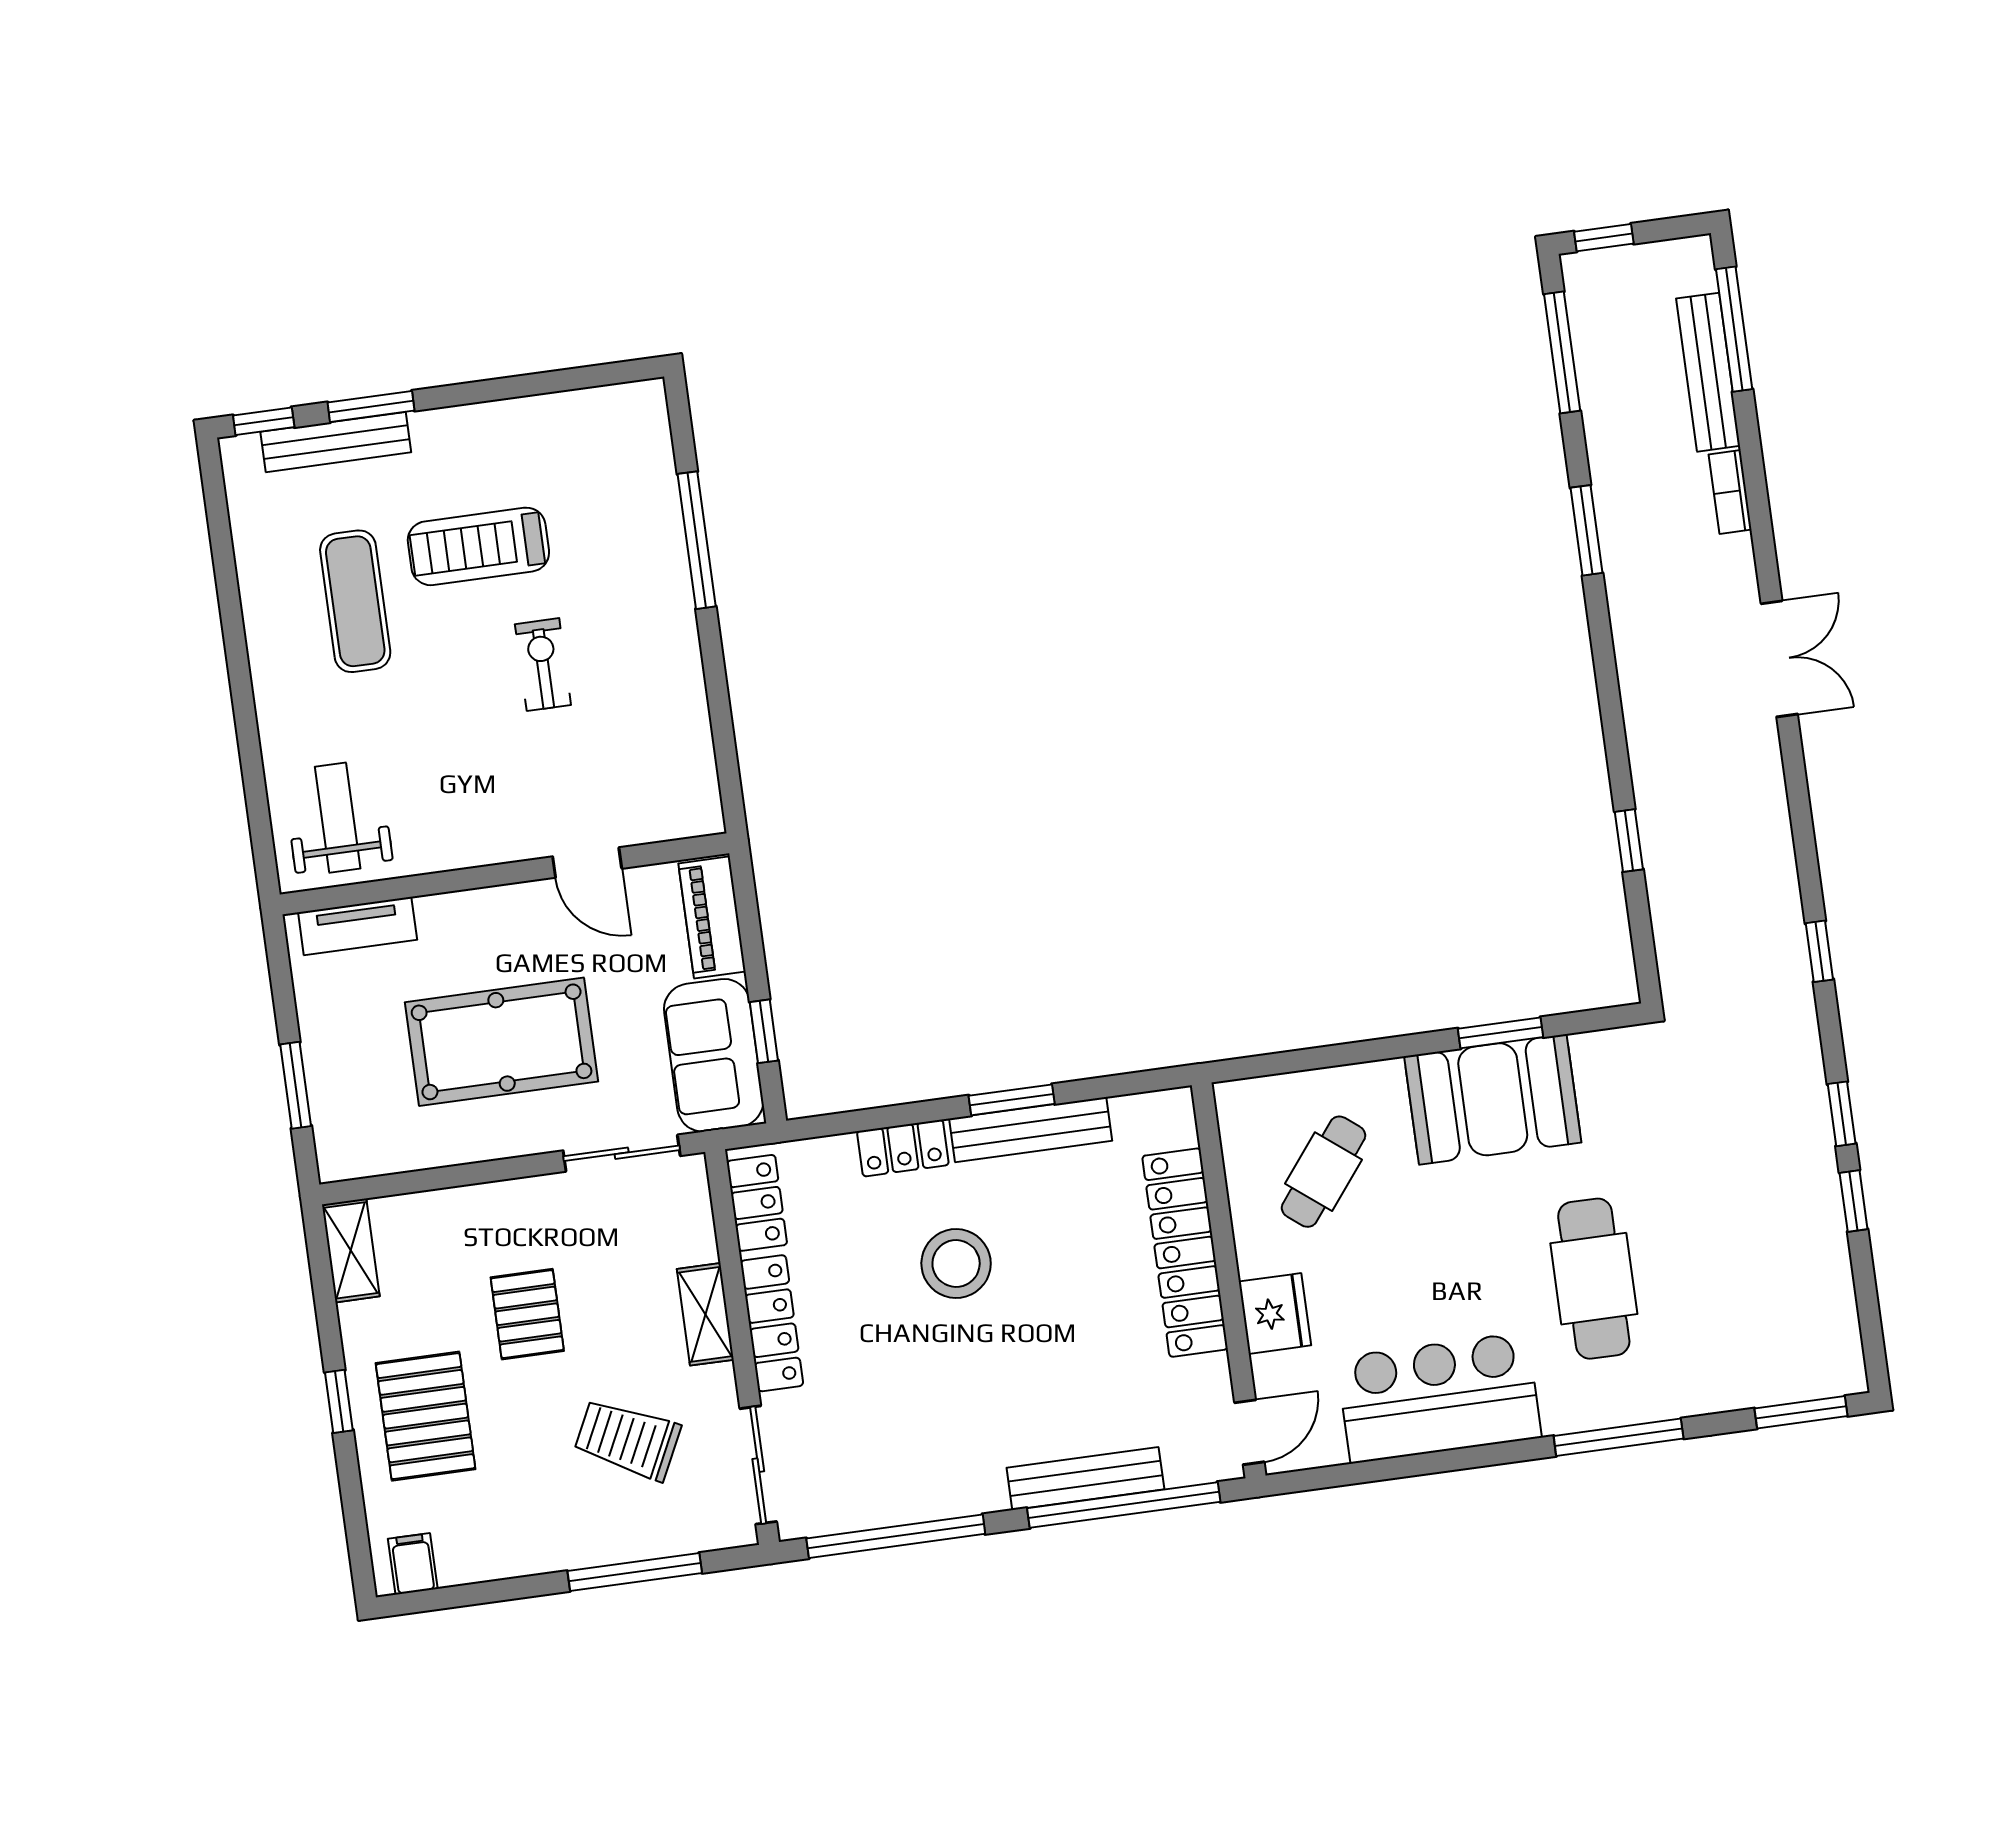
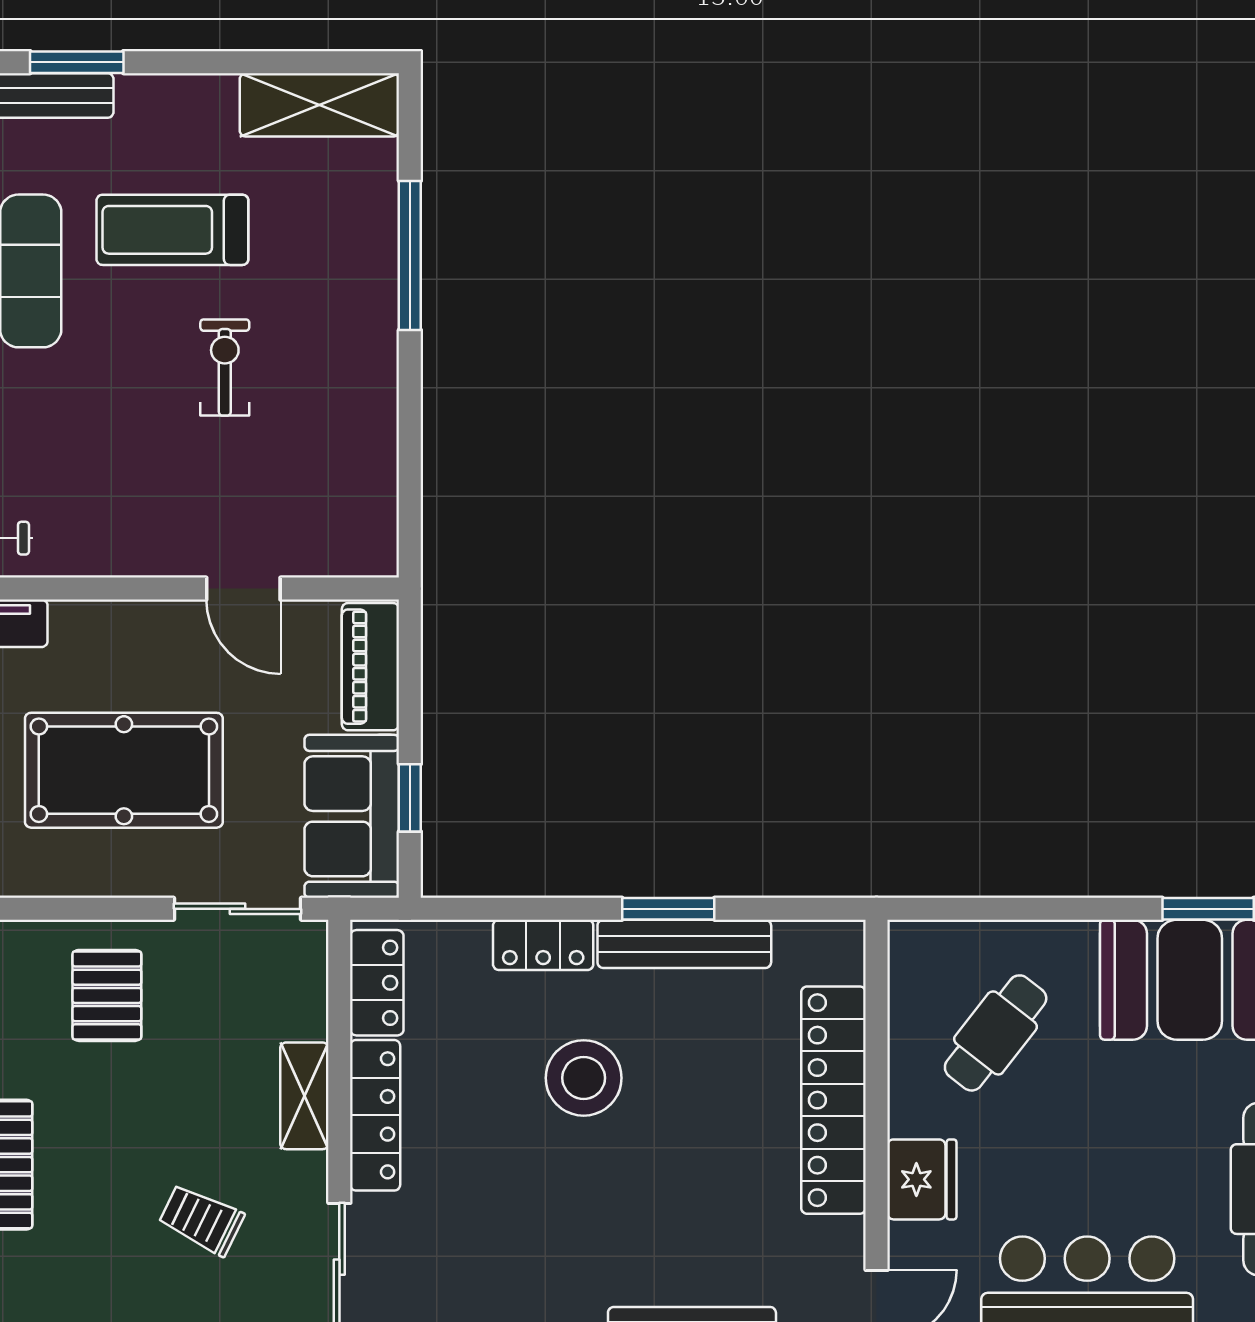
shelving: (596, 415) -> (319, 105), added
pallet: (527, 1314) -> (107, 995), moved
trolley: (627, 1439) -> (201, 1220), width x0.73, depth x0.72

